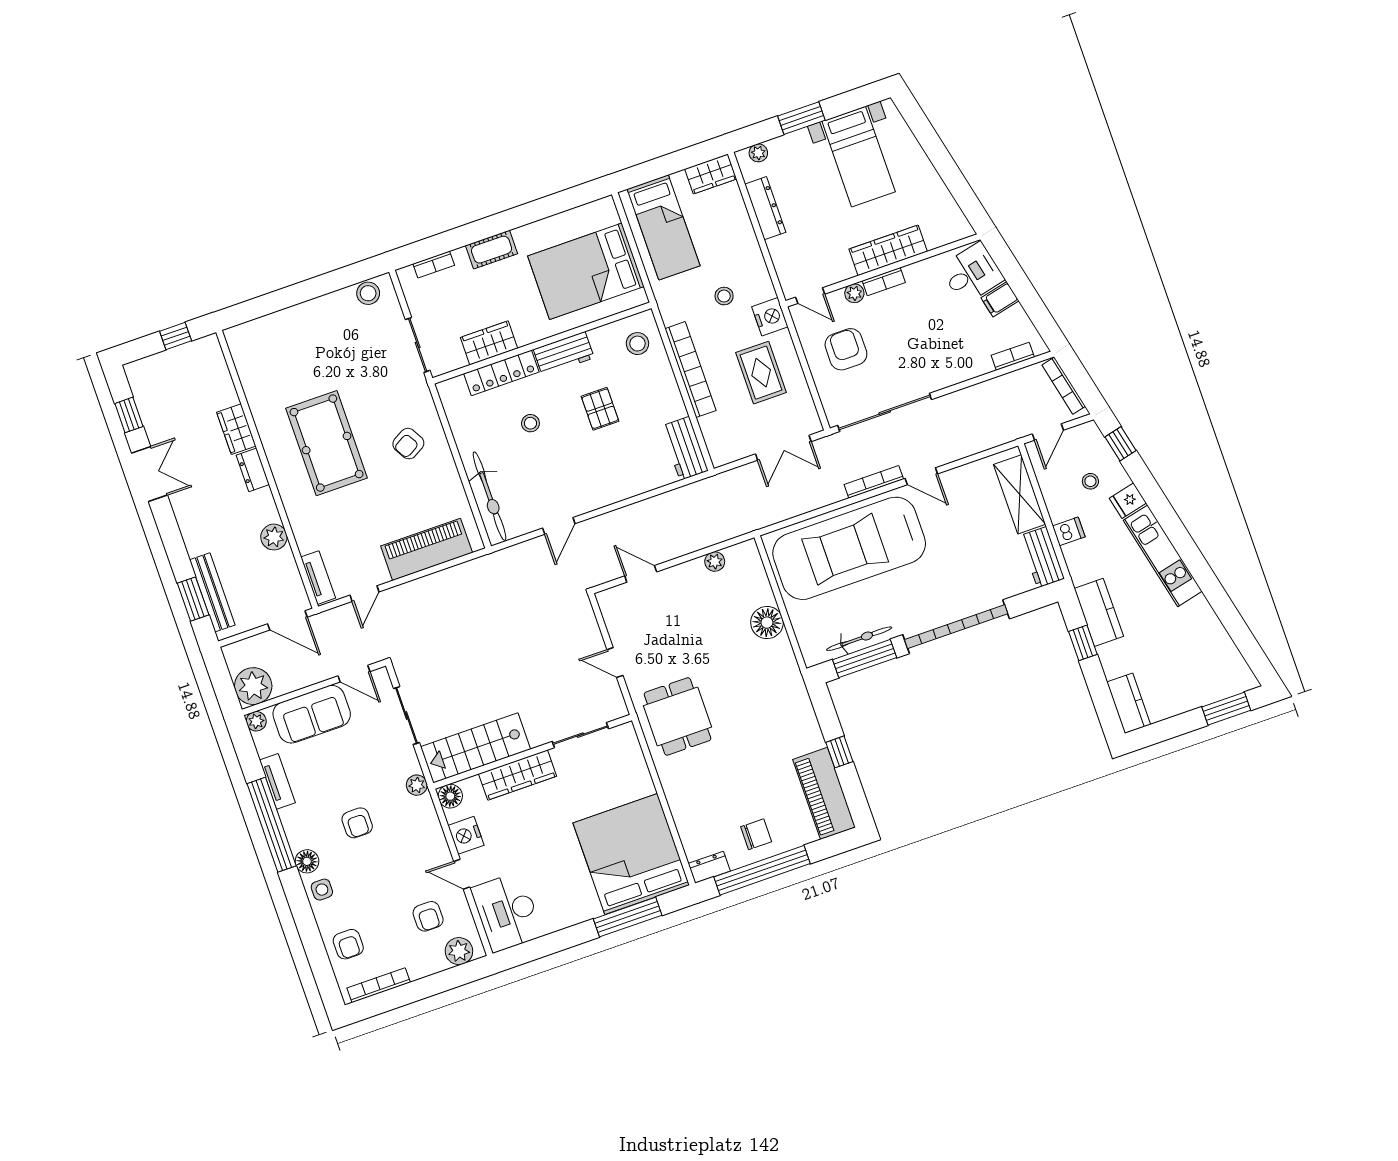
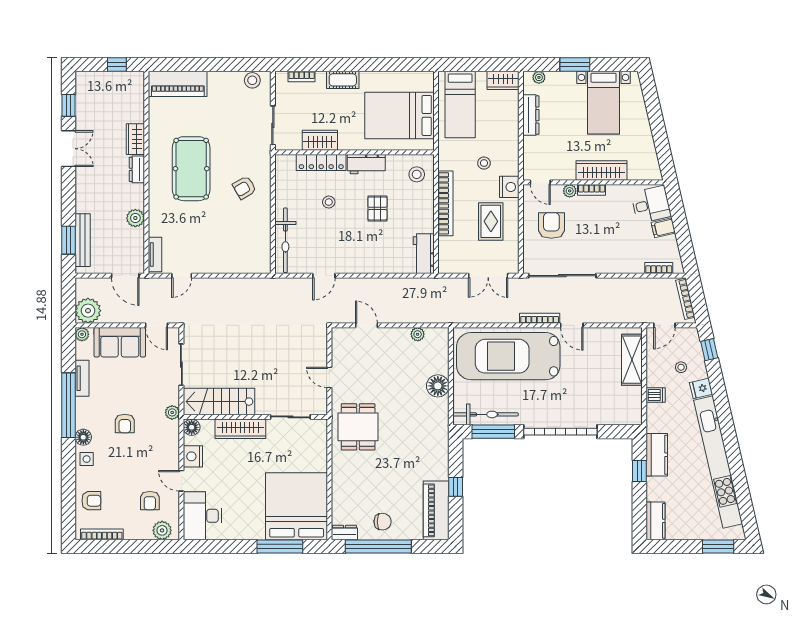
piano: (427, 549) -> (178, 84), moved, turned 180
kitchen unit: (1163, 556) -> (718, 462), width x1.86
workbench: (1042, 557) -> (632, 406), removed
bicycle: (859, 639) -> (486, 414), width x1.37, depth x1.40
armchair: (348, 944) -> (91, 501), turned -90

